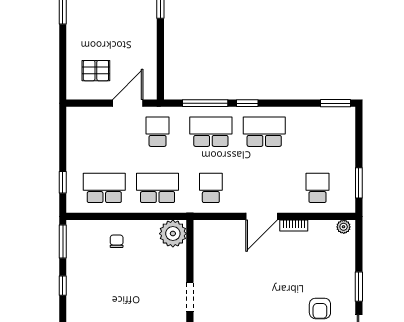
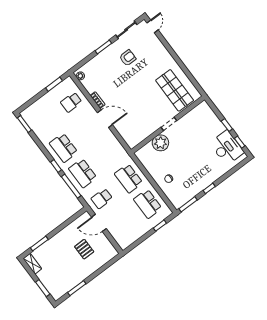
pallet: (96, 71) -> (84, 249), moved
school desk: (211, 188) -> (109, 153), removed
plant: (173, 234) -> (160, 143), moved

